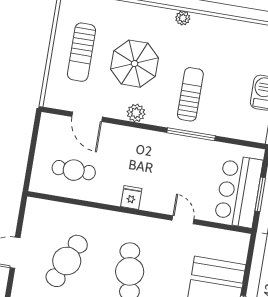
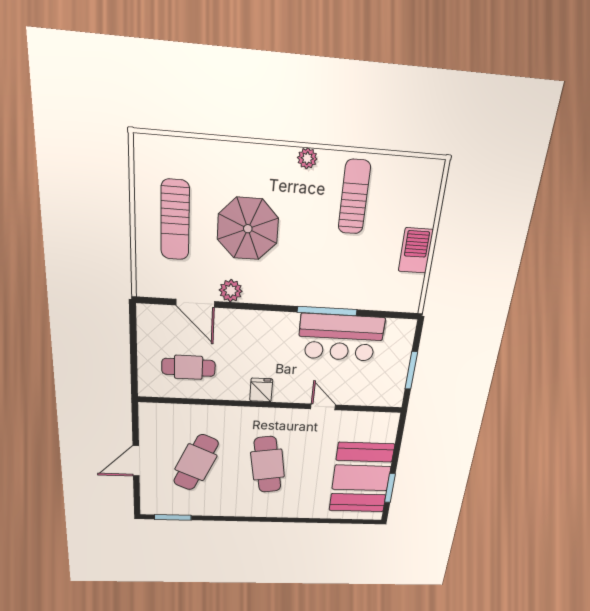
sun lounger: (190, 94) -> (354, 197), moved
plant: (136, 113) -> (231, 291), moved
bar counter: (239, 191) -> (341, 338), moved, turned -90

